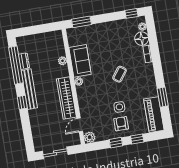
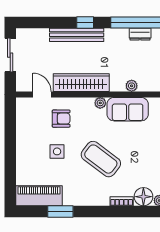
coffee table: (120, 74) -> (101, 159), width x1.86, depth x1.72
bench: (29, 89) -> (77, 35), moved
armchair: (121, 124) -> (61, 119), moved
plant: (90, 137) -> (23, 105), removed
window: (137, 139) -> (10, 168), removed
window: (116, 143) -> (10, 139), removed

